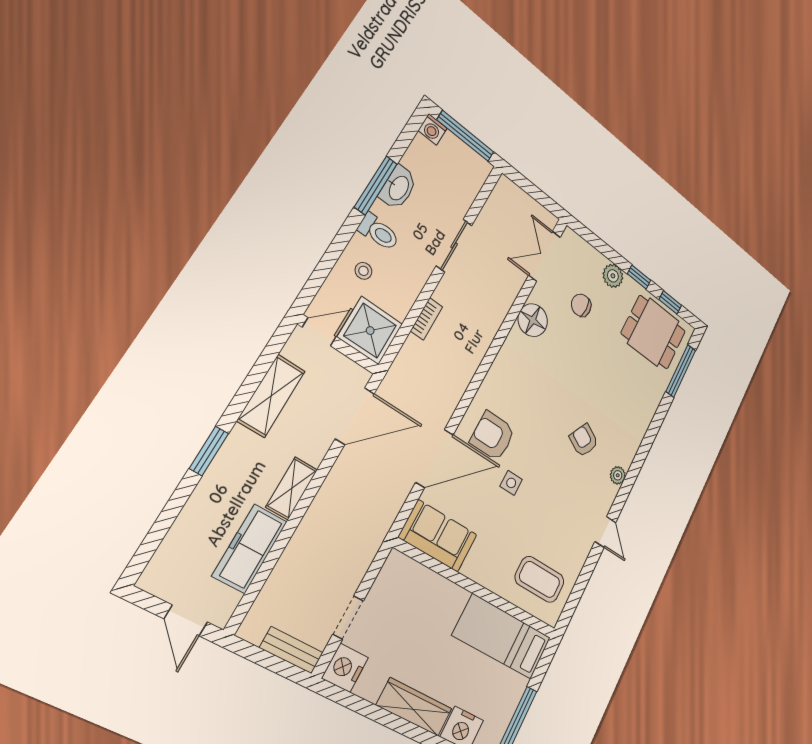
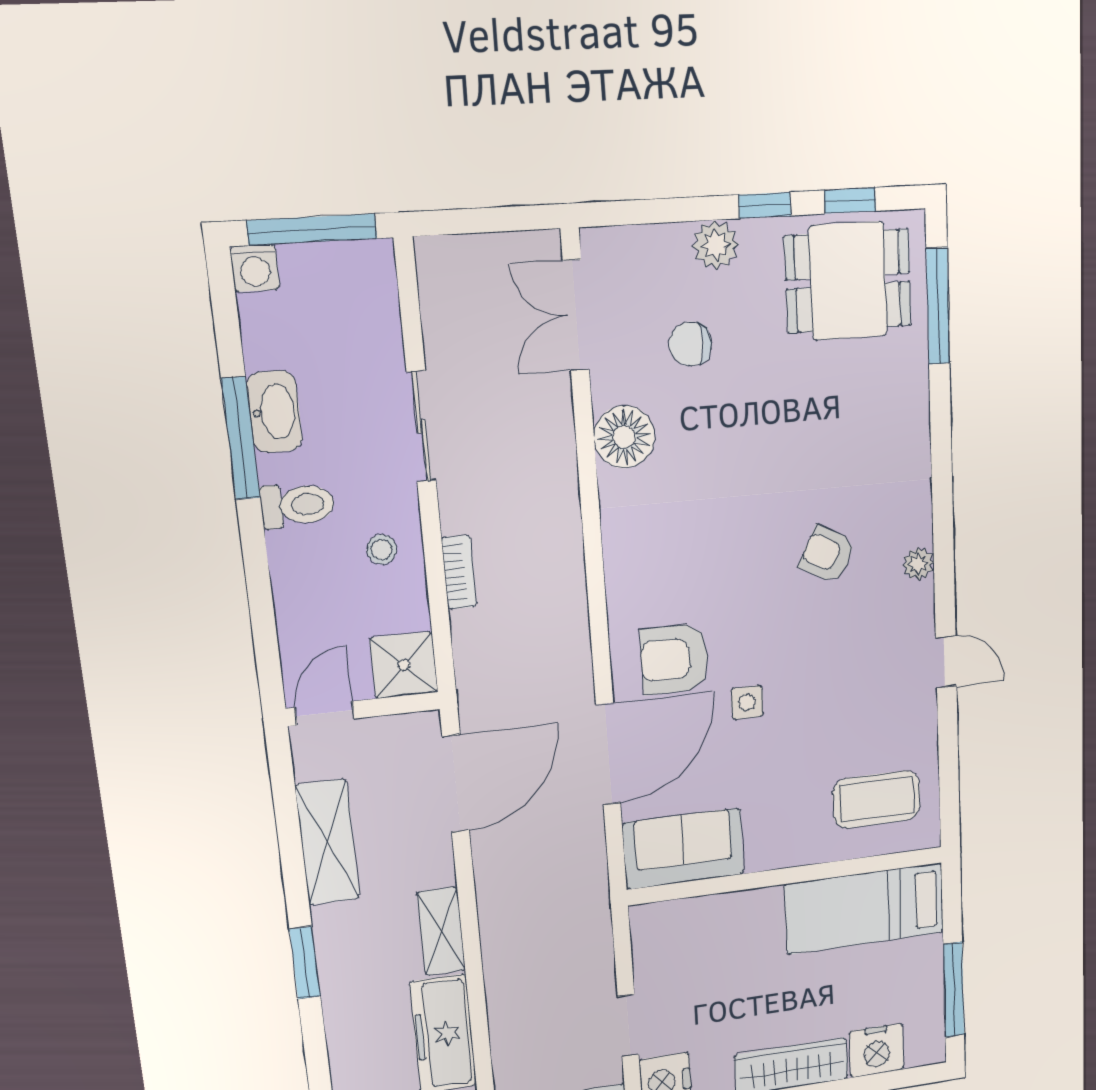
stool: (363, 271) -> (382, 549), moved
shower: (370, 331) -> (404, 665), width x0.73, depth x0.73

